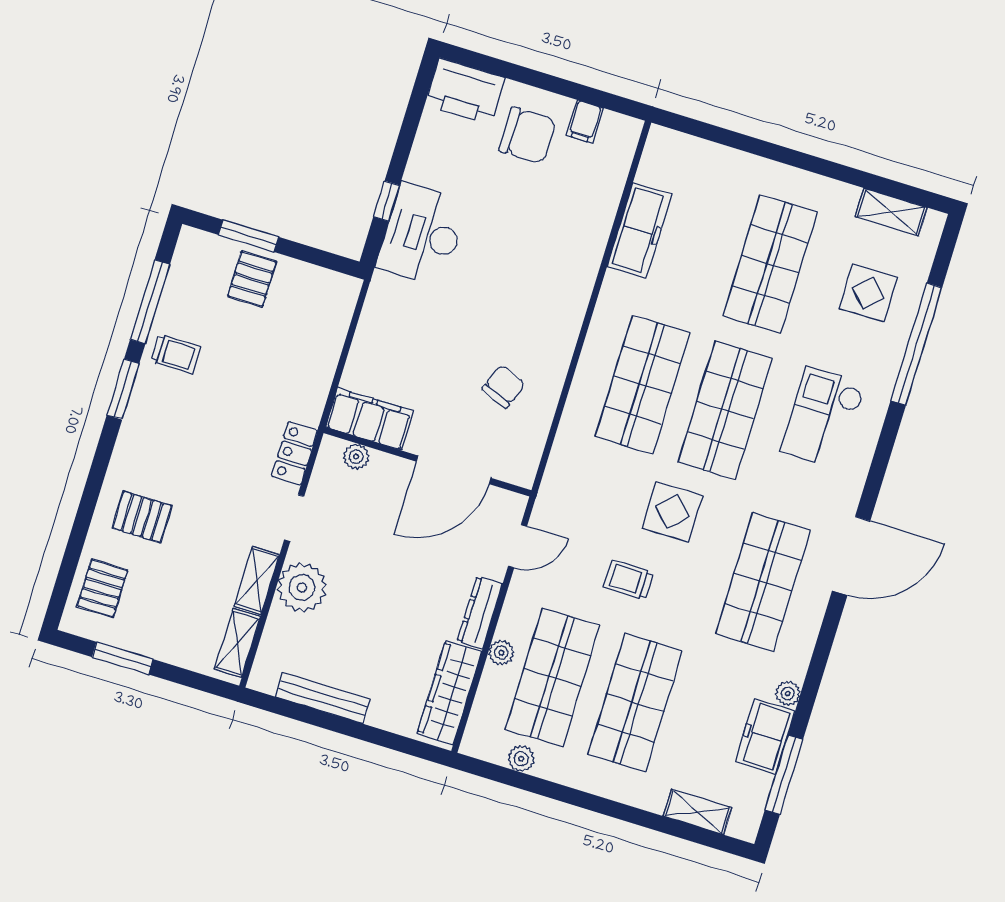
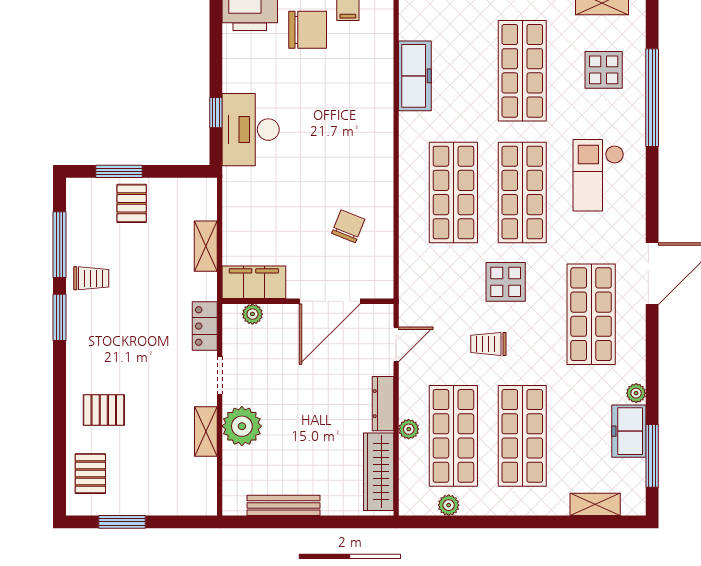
shelving: (237, 643) -> (206, 246), moved

